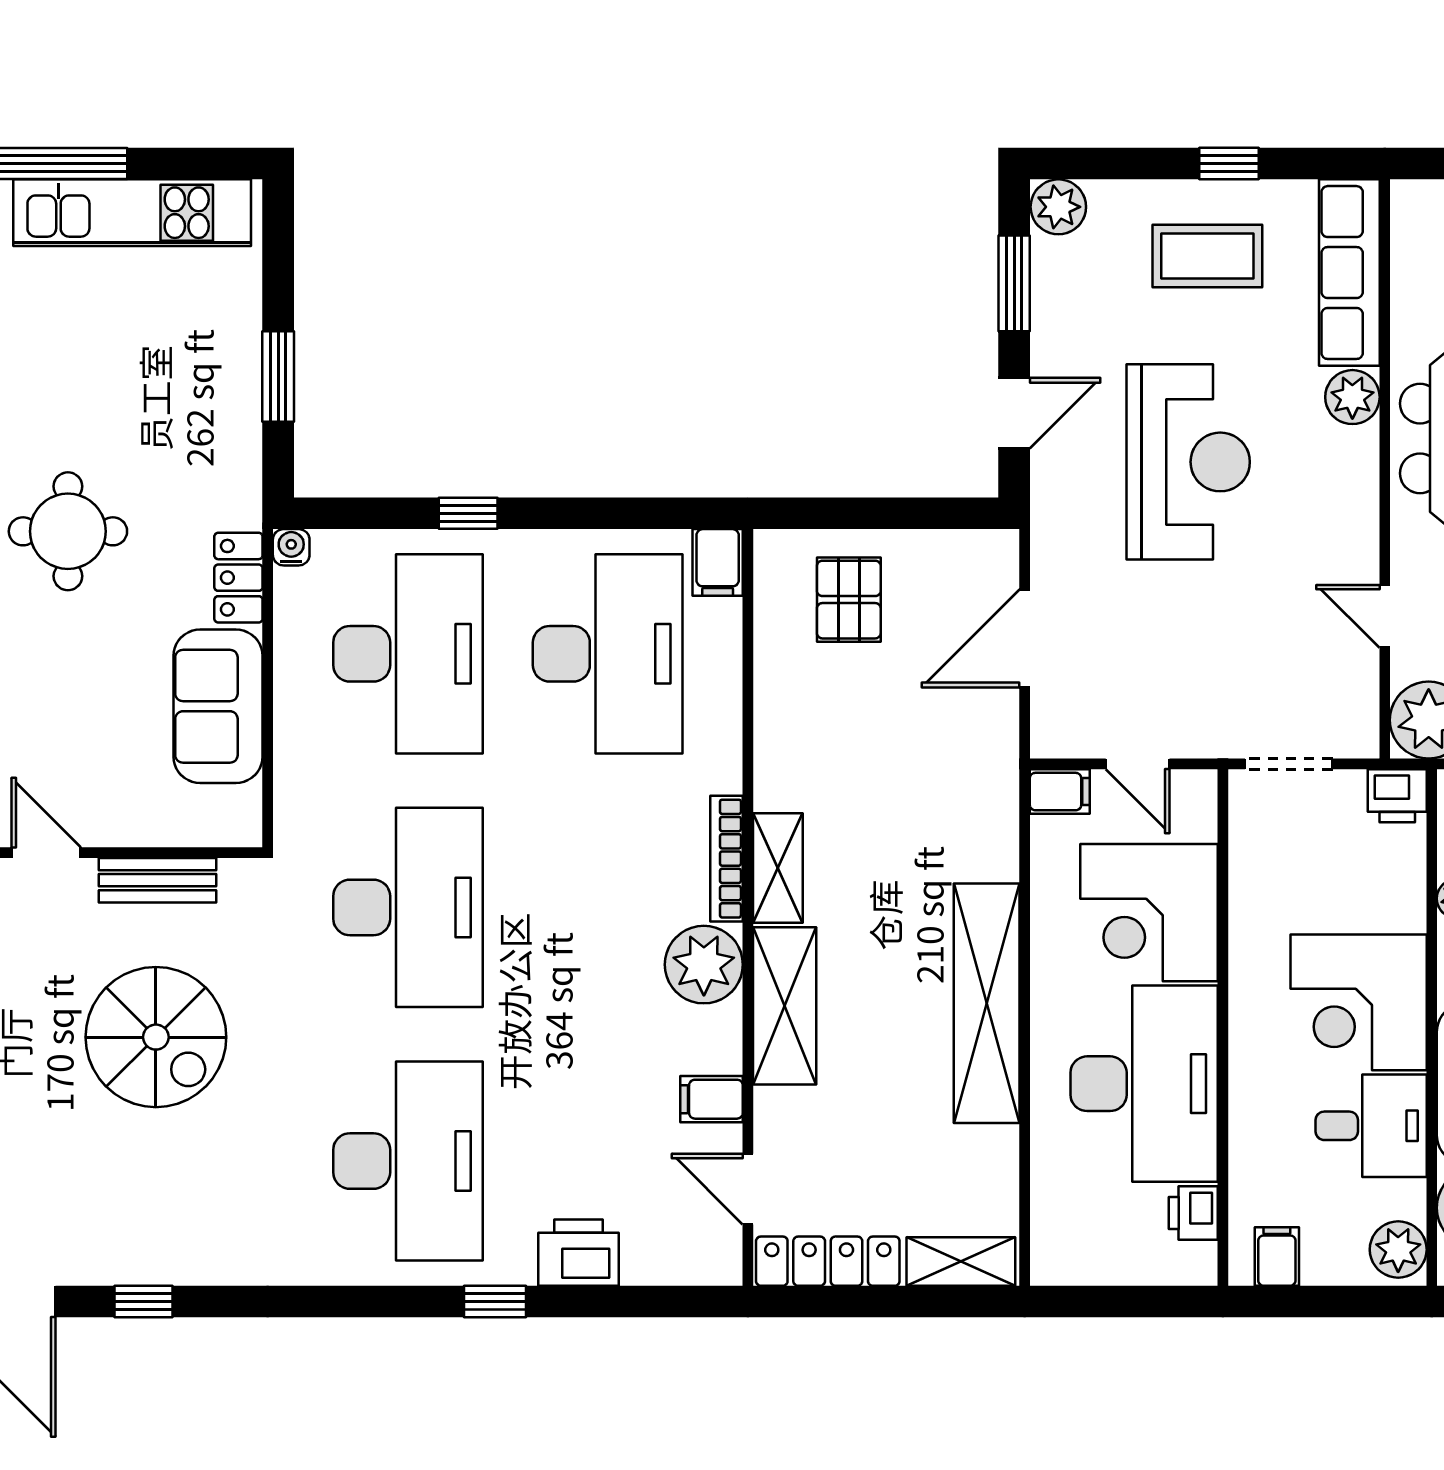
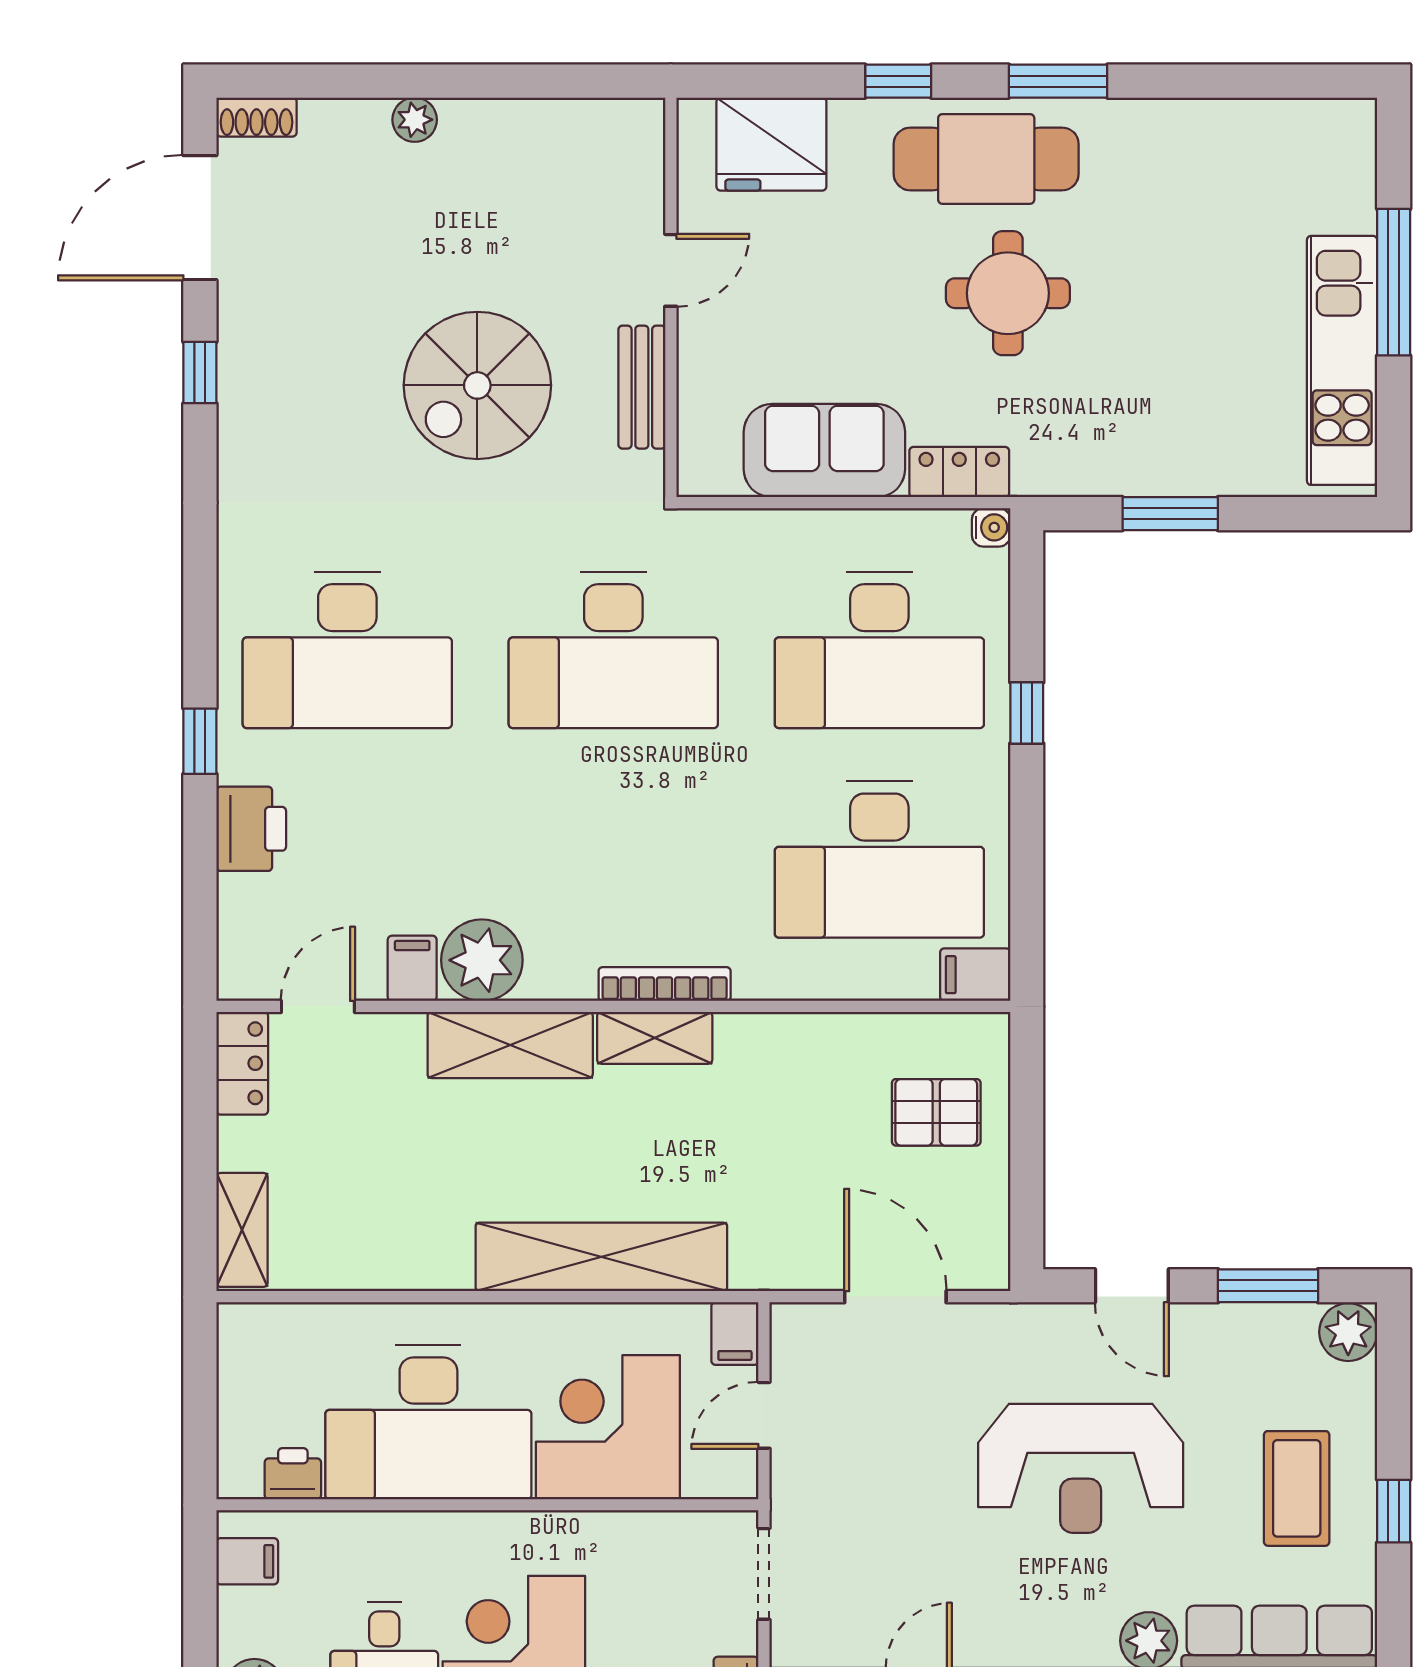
plant: (704, 965) -> (482, 960), moved
shelving: (987, 1003) -> (601, 1257), moved
locker: (828, 1261) -> (242, 1063), width x0.66

